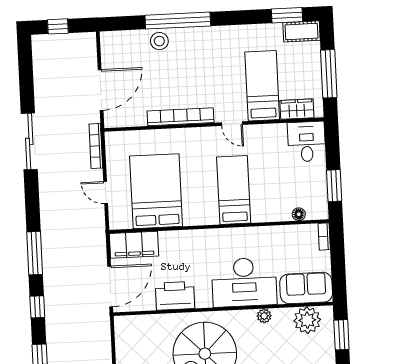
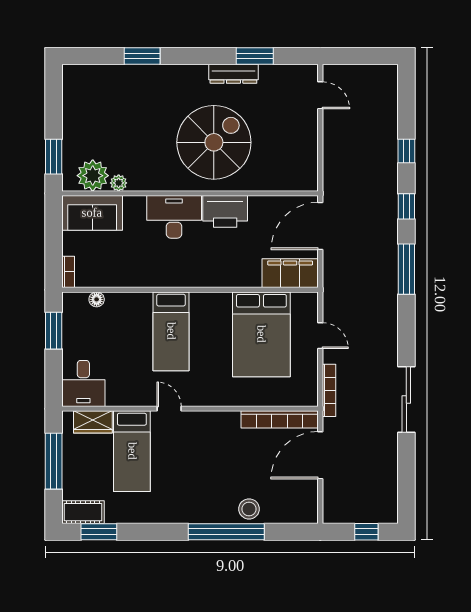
bookcase: (181, 117) -> (280, 419), moved
desk: (244, 282) -> (174, 217), width x0.73, depth x0.77
printer: (175, 296) -> (225, 211), moved
plant: (264, 316) -> (119, 183), moved

